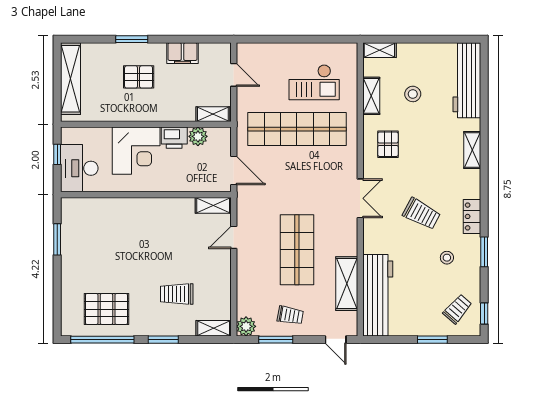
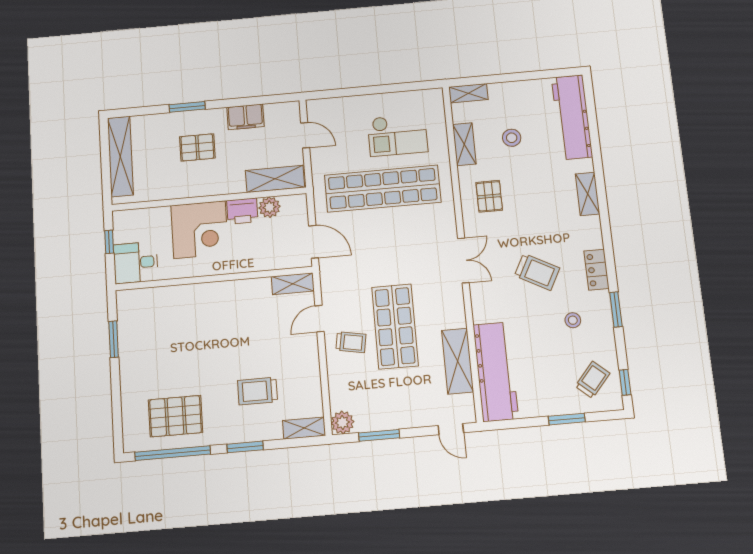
shelving: (213, 114) -> (275, 179), width x1.50, depth x1.33
desk: (79, 168) -> (136, 263), width x0.73
trolley: (290, 315) -> (351, 342), moved

